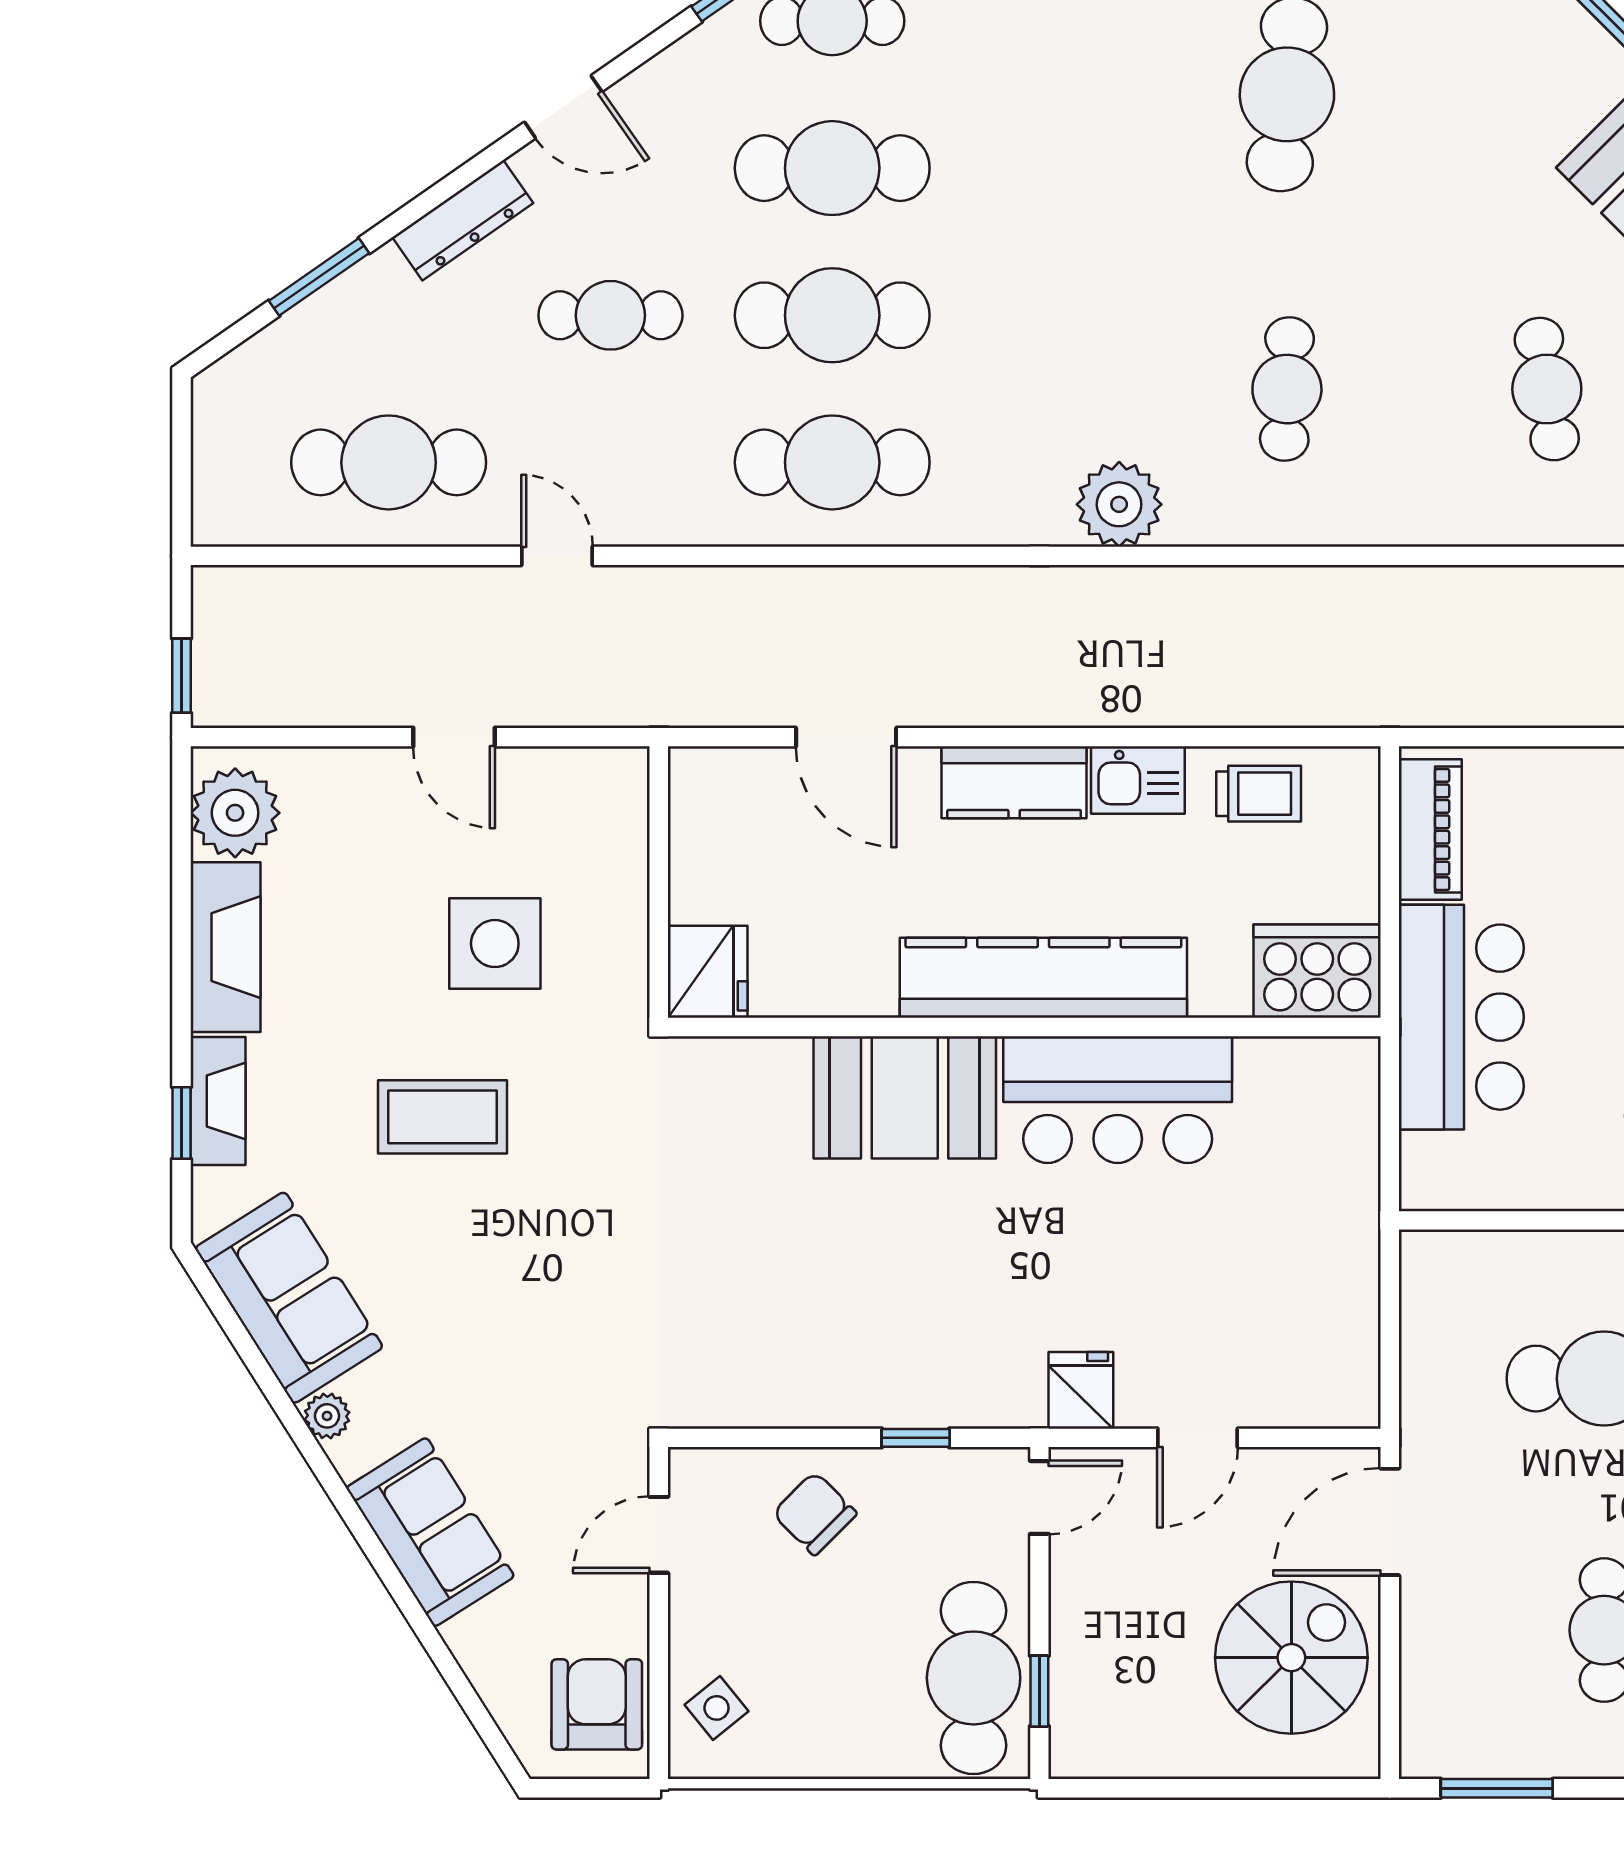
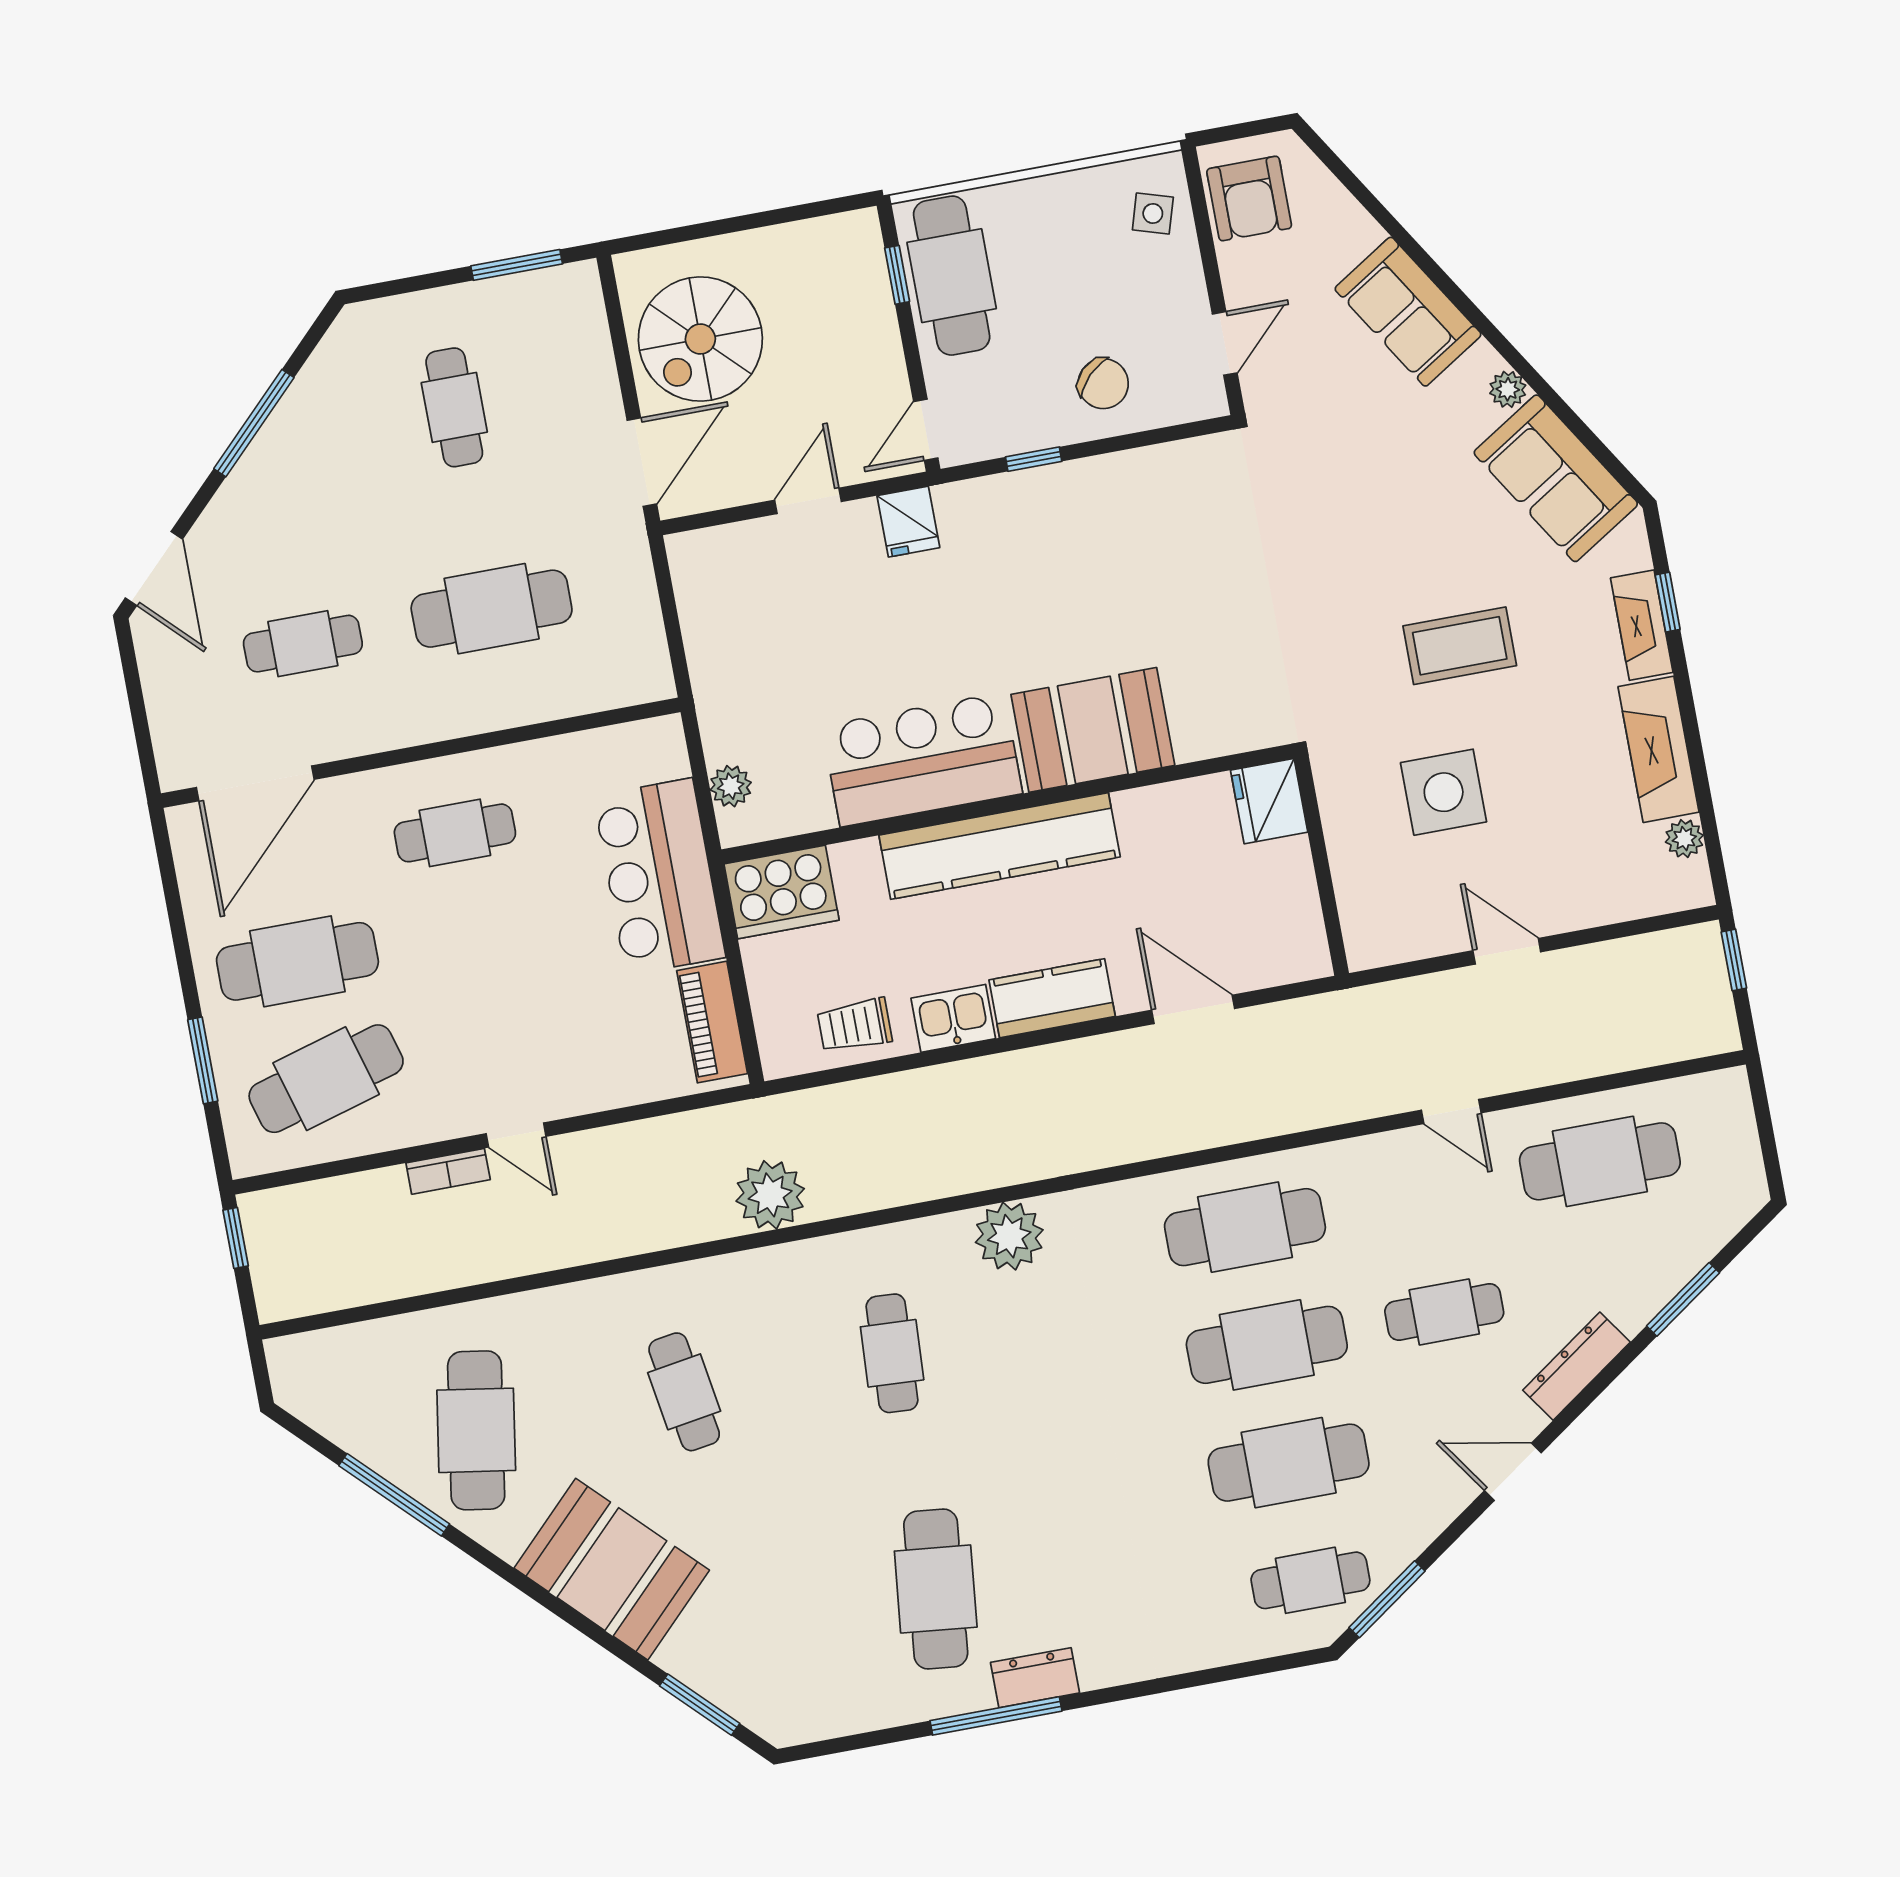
plant: (1399, 608) -> (770, 1195), added
plant: (235, 813) -> (1684, 839), width x0.53, depth x0.53
plant: (1355, 1110) -> (731, 786), added
side table: (717, 1708) -> (1153, 213), turned -34

